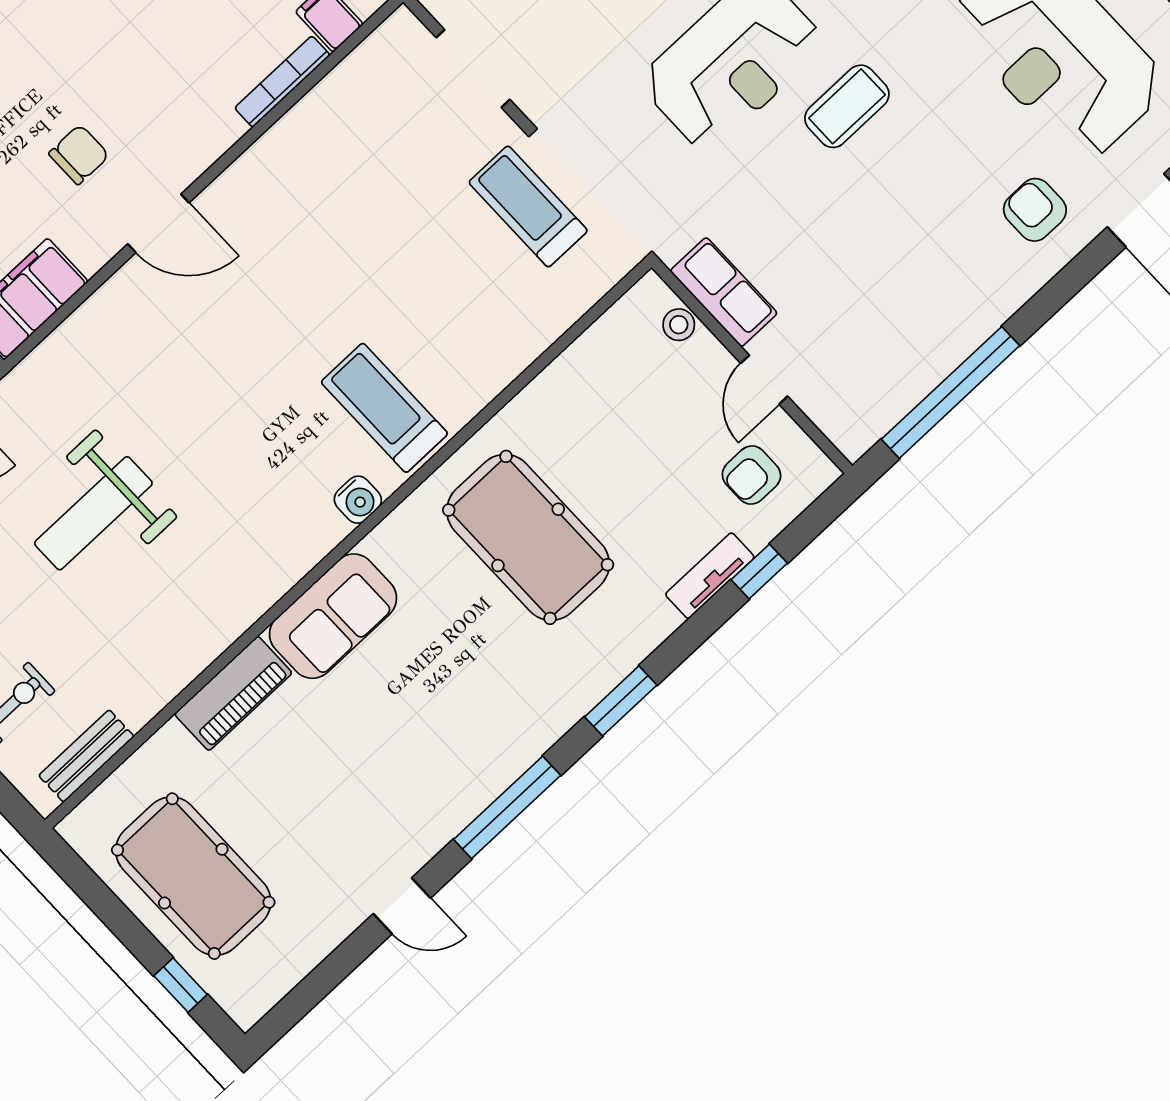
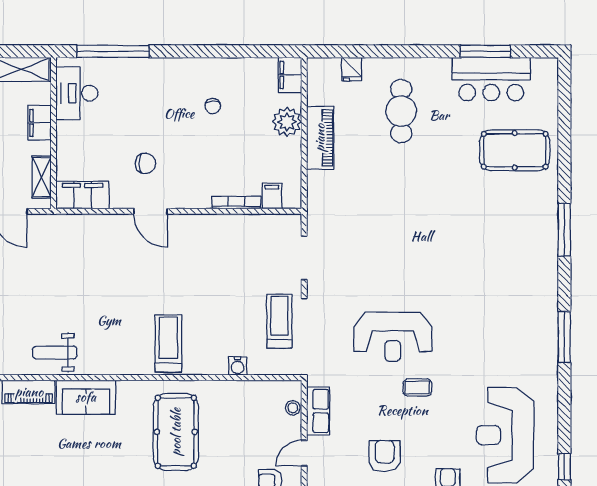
coffee table: (847, 106) -> (417, 387), width x0.73, depth x0.77
armchair: (897, 265) -> (385, 456), added
water cooler: (358, 500) -> (238, 366), moved
weight bench: (93, 513) -> (55, 353), moved, width x0.73, depth x0.75

